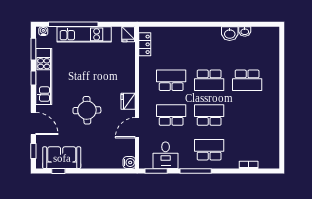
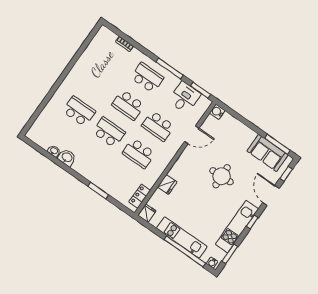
window: (183, 24) -> (98, 190), added
window: (33, 78) -> (252, 222), moved
fridge: (128, 101) -> (167, 184), moved
school desk: (209, 150) -> (147, 78), turned 180
window: (58, 171) -> (278, 144), width x2.17

